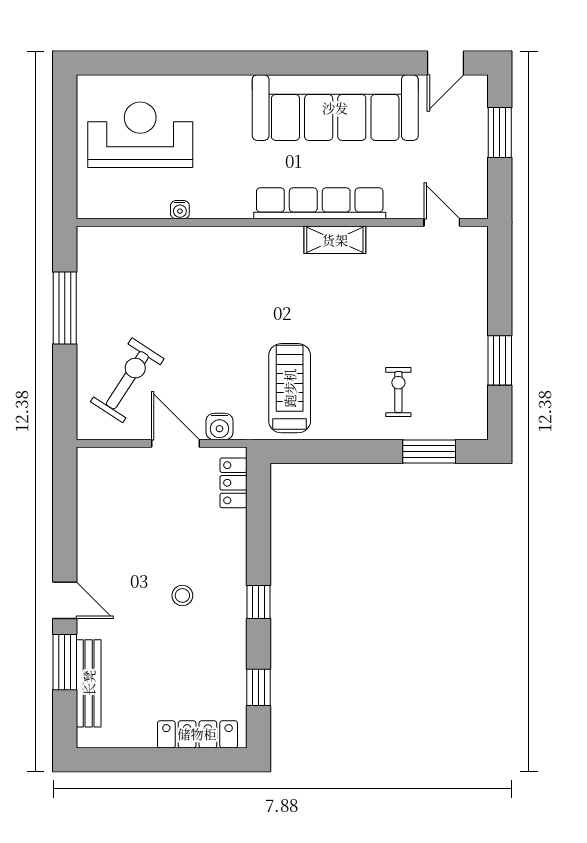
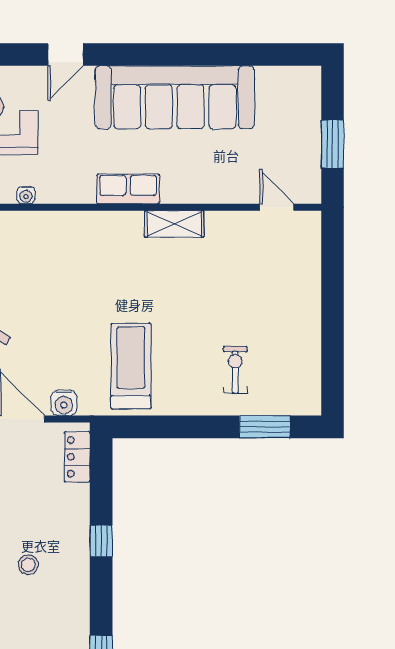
door: (445, 63) -> (65, 55), moved
window: (500, 132) -> (332, 144), moved
row of seats: (320, 203) -> (128, 189), width x0.50
window: (500, 360) -> (332, 340), removed
window: (258, 602) -> (101, 541), moved

